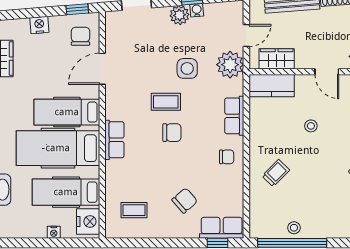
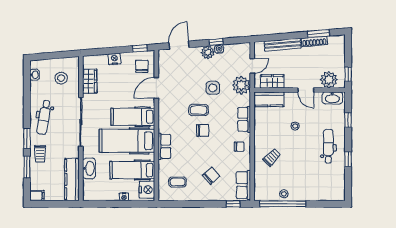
row of seats: (114, 140) -> (164, 146), moved
row of seats: (222, 228) -> (243, 185), moved, turned -90

